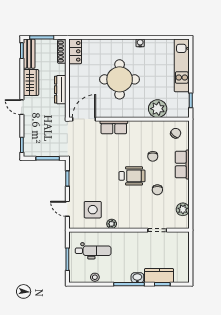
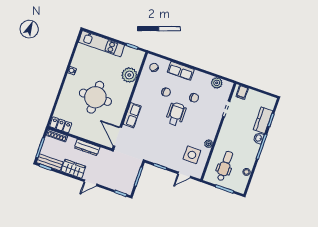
filing cabinet: (182, 241) -> (242, 92), added

